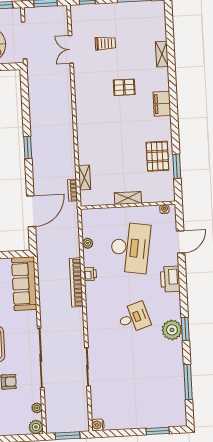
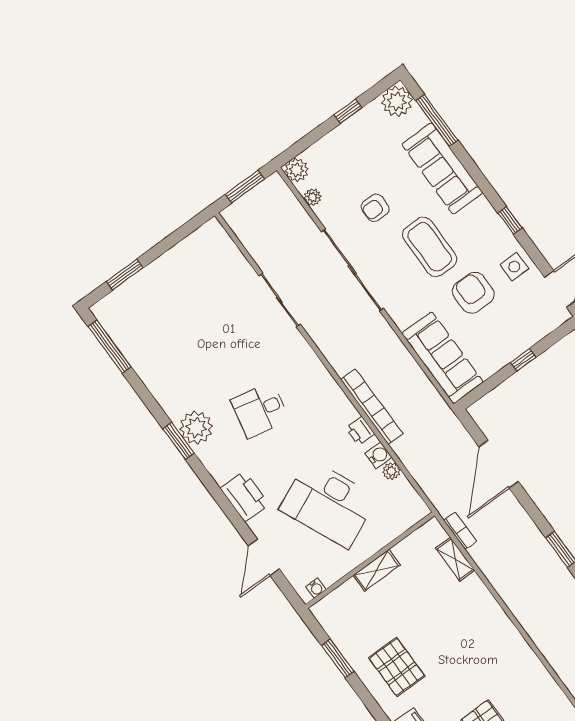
pallet: (157, 156) -> (397, 667), moved
desk: (130, 248) -> (328, 504), turned -33
desk: (134, 318) -> (260, 410), turned 30
window: (188, 382) -> (110, 347), moved
water cooler: (98, 425) -> (379, 455), moved

